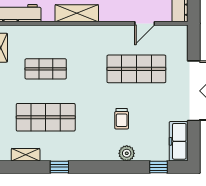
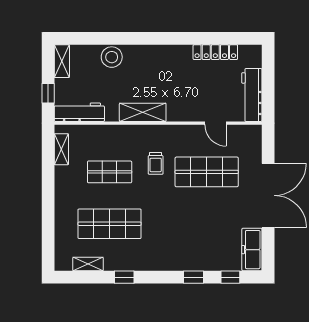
door: (145, 23) -> (216, 123), hinge flipped
trolley: (122, 119) -> (156, 163), moved
plant: (127, 153) -> (196, 262), removed
window: (124, 167) -> (193, 277), added

